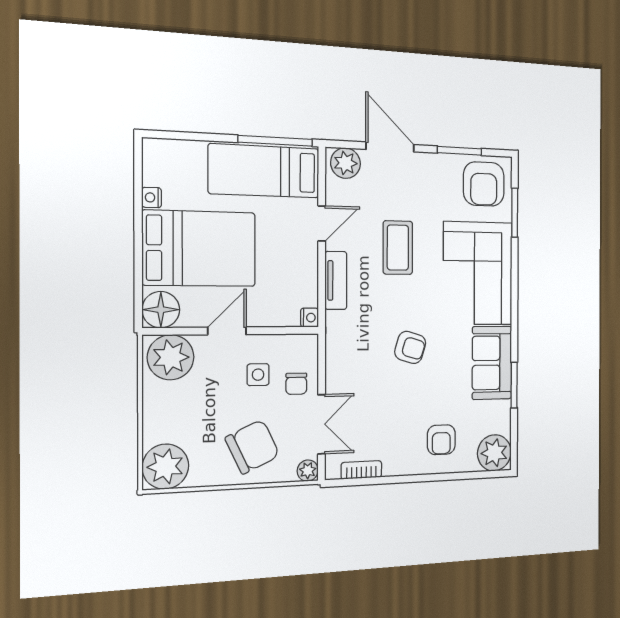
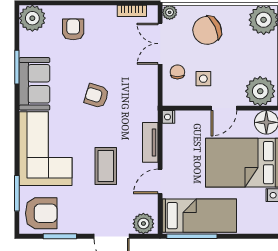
armchair: (484, 184) -> (41, 213), turned 90

